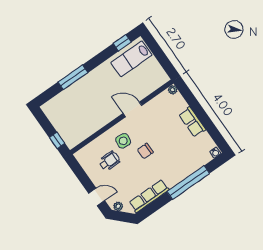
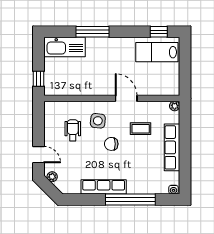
kitchen sink: (60, 103) -> (64, 47), added
row of seats: (192, 122) -> (172, 147), width x1.48
coffee table: (159, 124) -> (141, 129), added
wheelchair: (109, 161) -> (73, 130), turned -90
row of seats: (149, 196) -> (104, 187), moved

